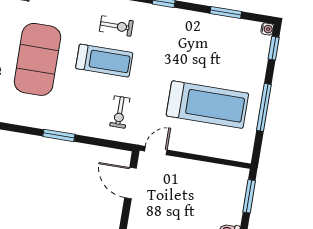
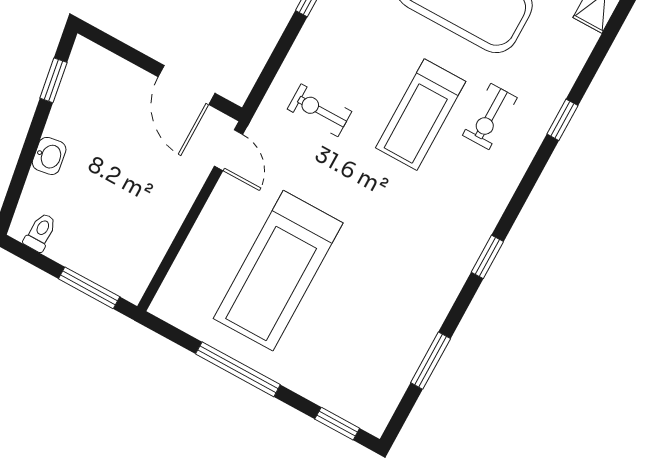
exercise bike: (116, 26) -> (490, 117), moved
water cooler: (267, 29) -> (375, 424), removed
door: (130, 183) -> (187, 85), swing flipped

